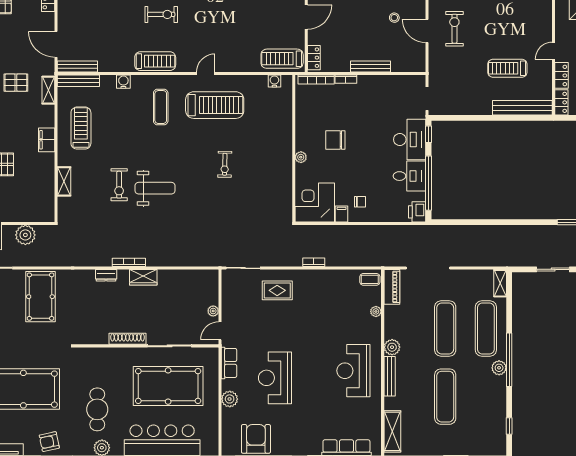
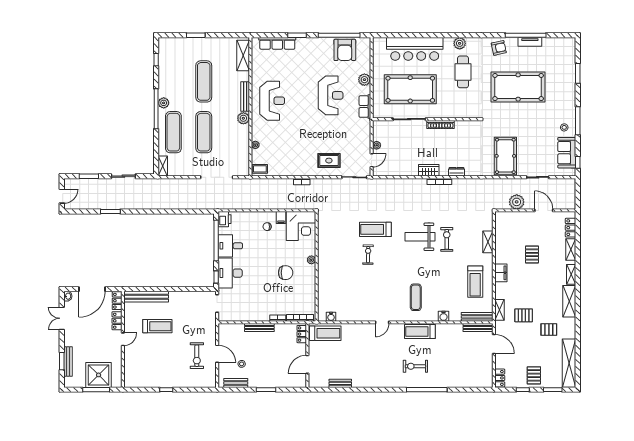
treadmill: (215, 105) -> (375, 229), moved, width x0.73, depth x0.73
piano: (392, 287) -> (243, 163), removed
door: (220, 331) -> (372, 160), moved

